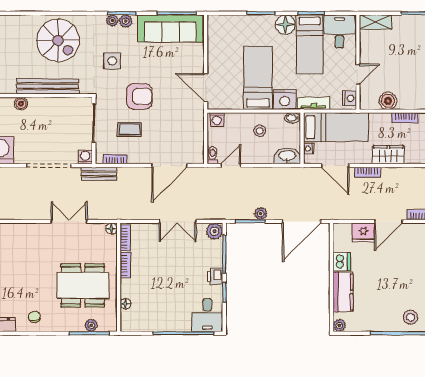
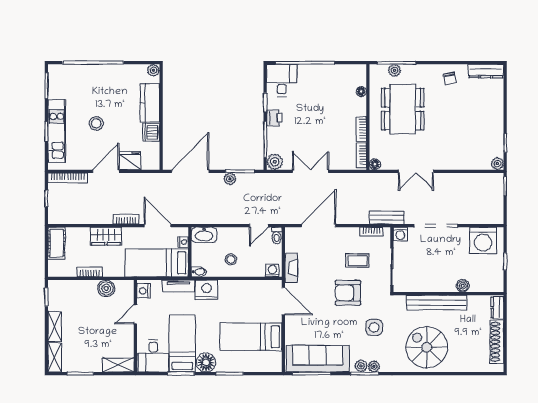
bed: (258, 78) -> (251, 337), moved, turned 90
fireplace: (198, 122) -> (291, 268), added
dining table: (83, 285) -> (403, 109), turned 90
stool: (410, 317) -> (96, 123), moved

